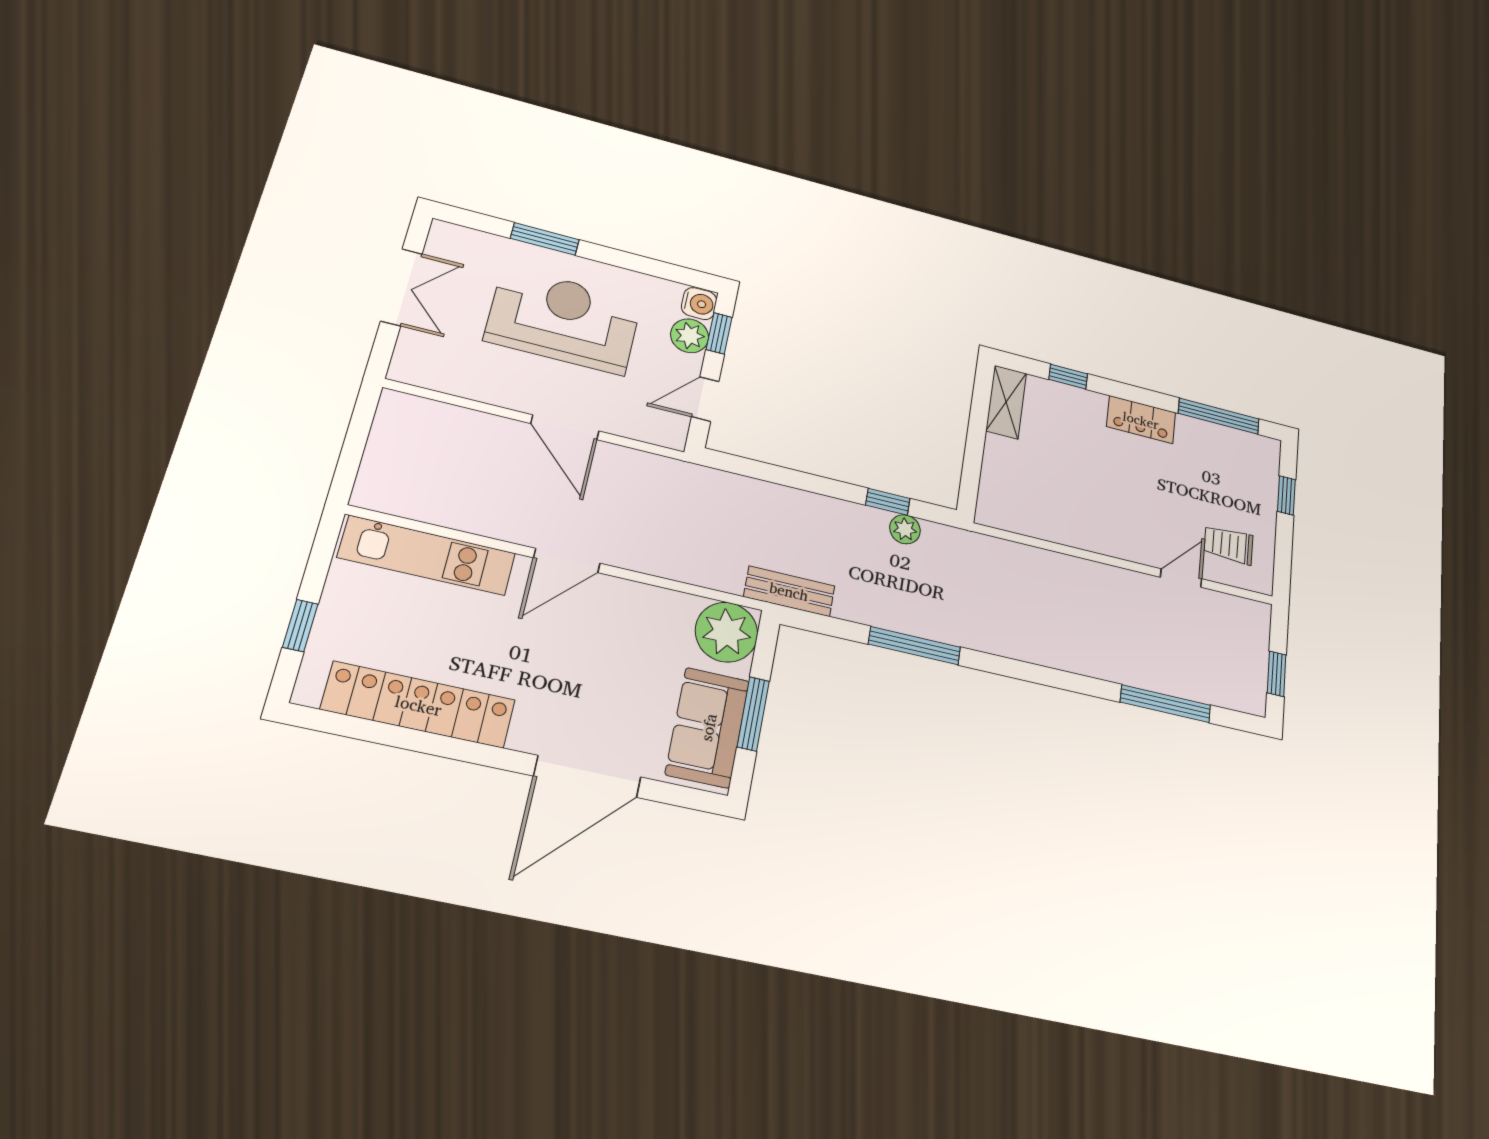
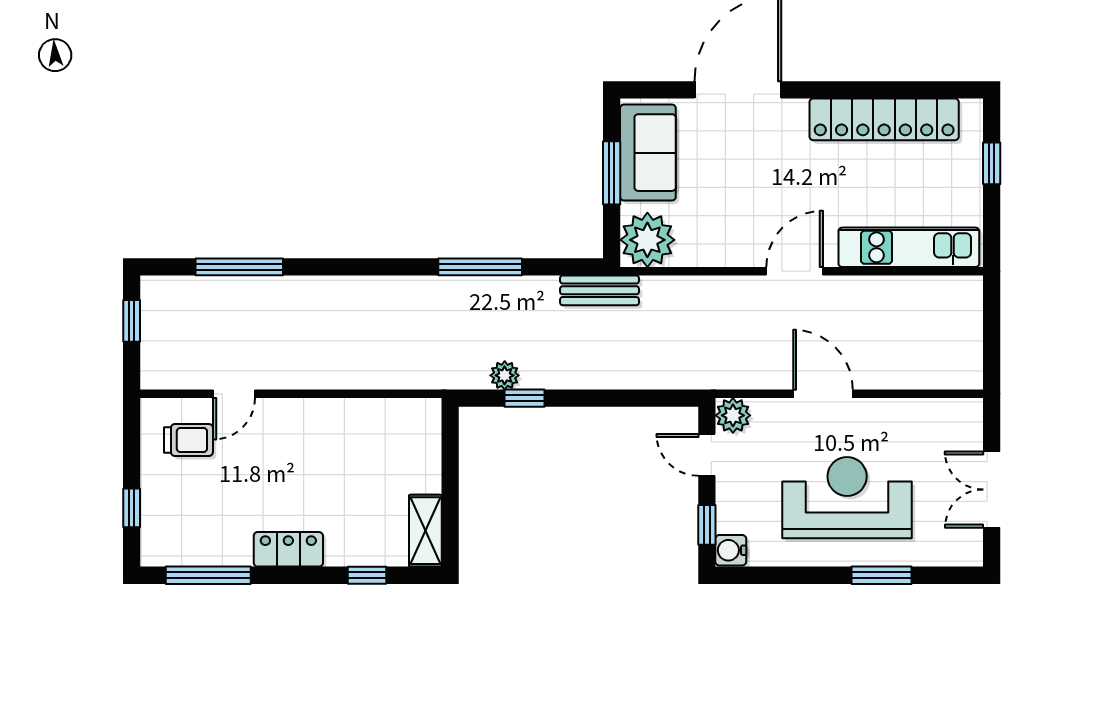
reception desk: (563, 320) -> (847, 498), turned 180
plant: (690, 336) -> (733, 415), moved
door: (705, 399) -> (707, 455), swing flipped

